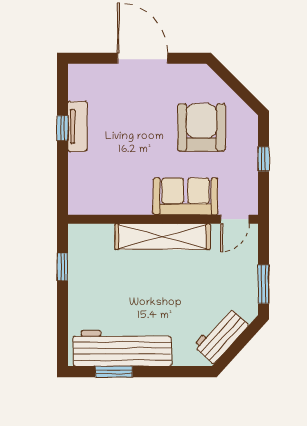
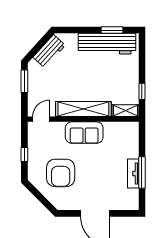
window: (62, 128) -> (142, 173), width x2.17
sofa: (186, 196) -> (84, 133), moved
shelving: (91, 234) -> (125, 111), added

